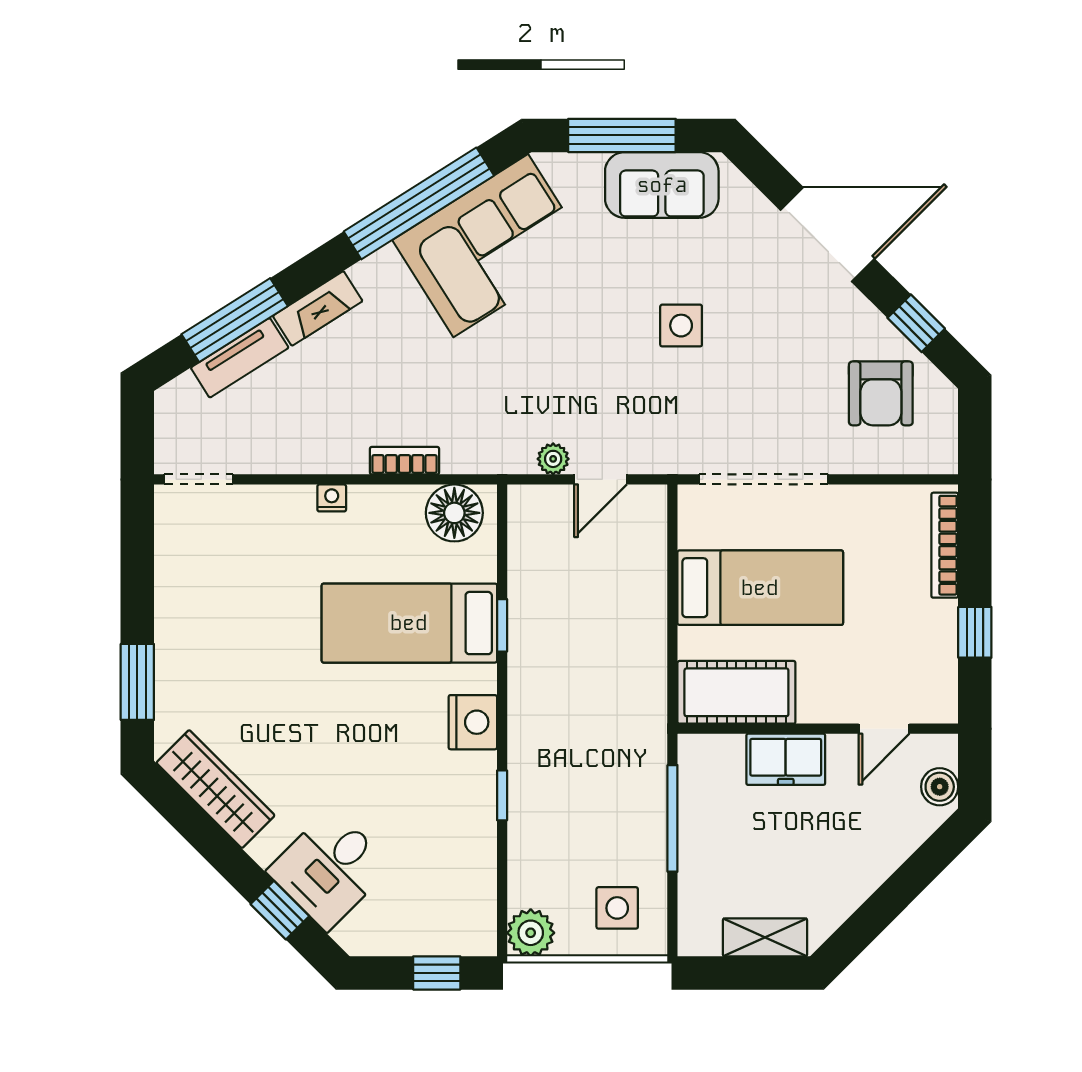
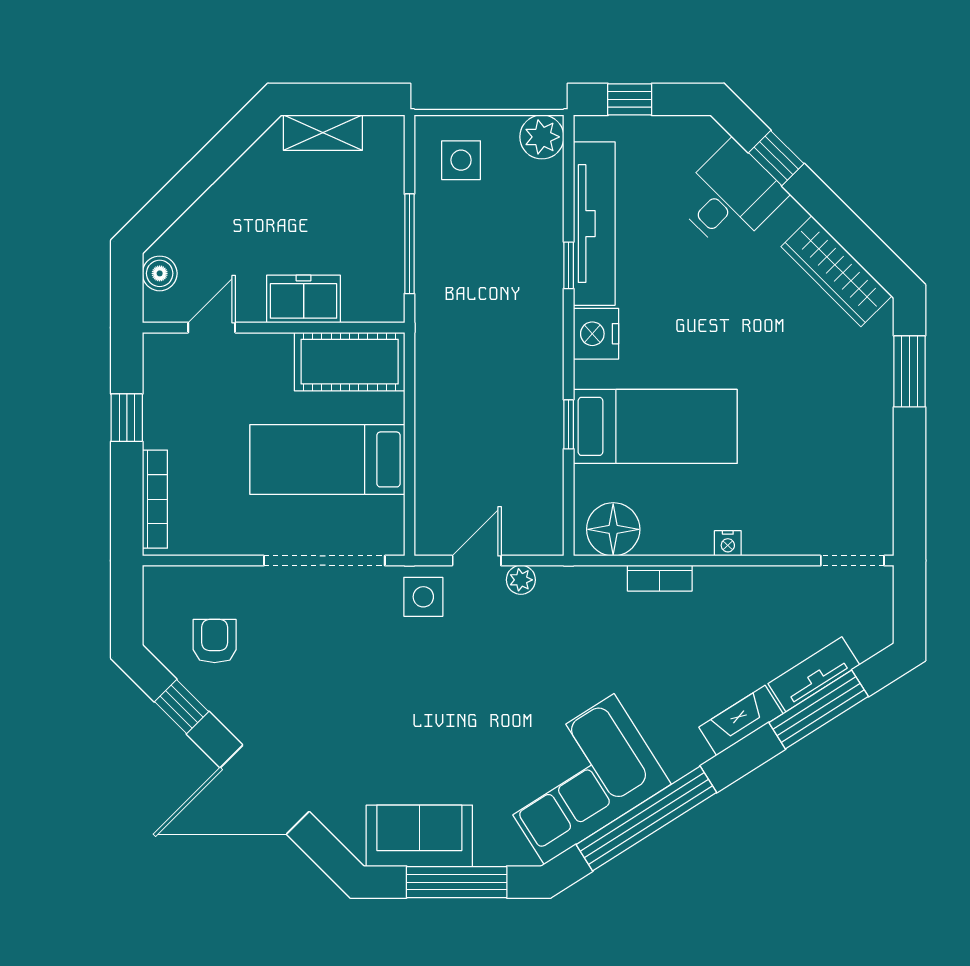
side table: (681, 326) -> (423, 597), moved
armchair: (881, 393) -> (215, 641), width x0.72, depth x0.72
tv unit: (475, 840) -> (594, 224), added

